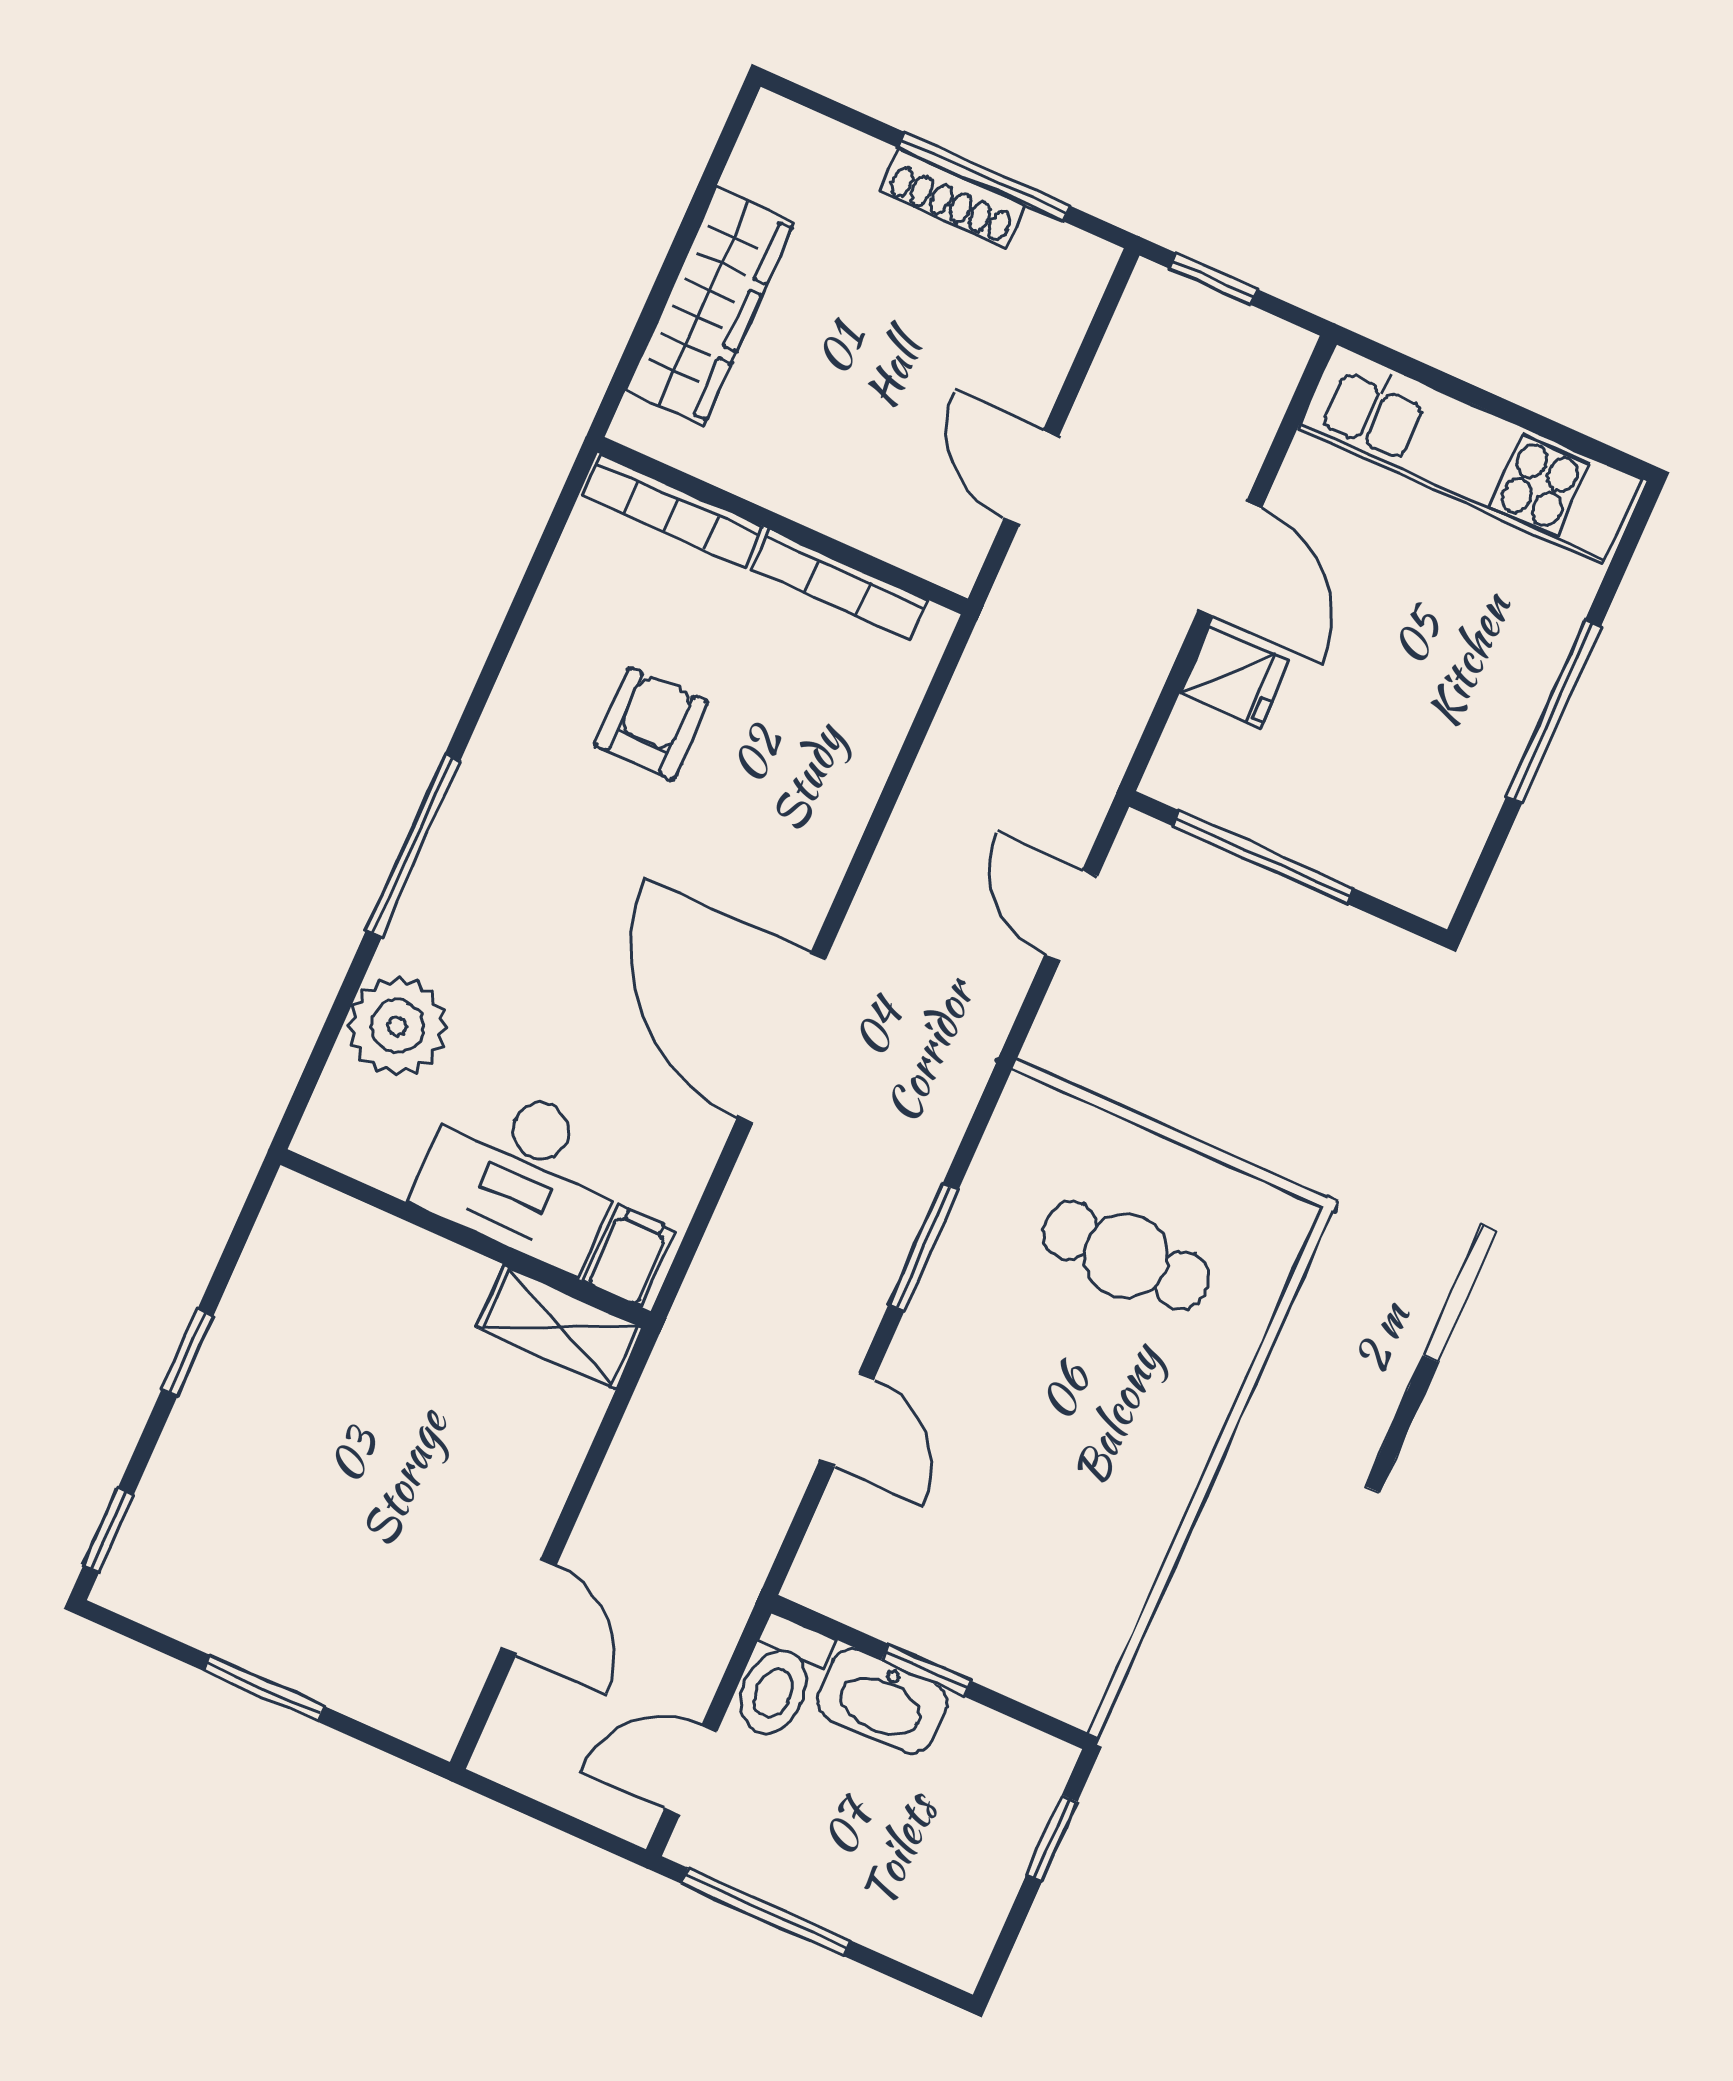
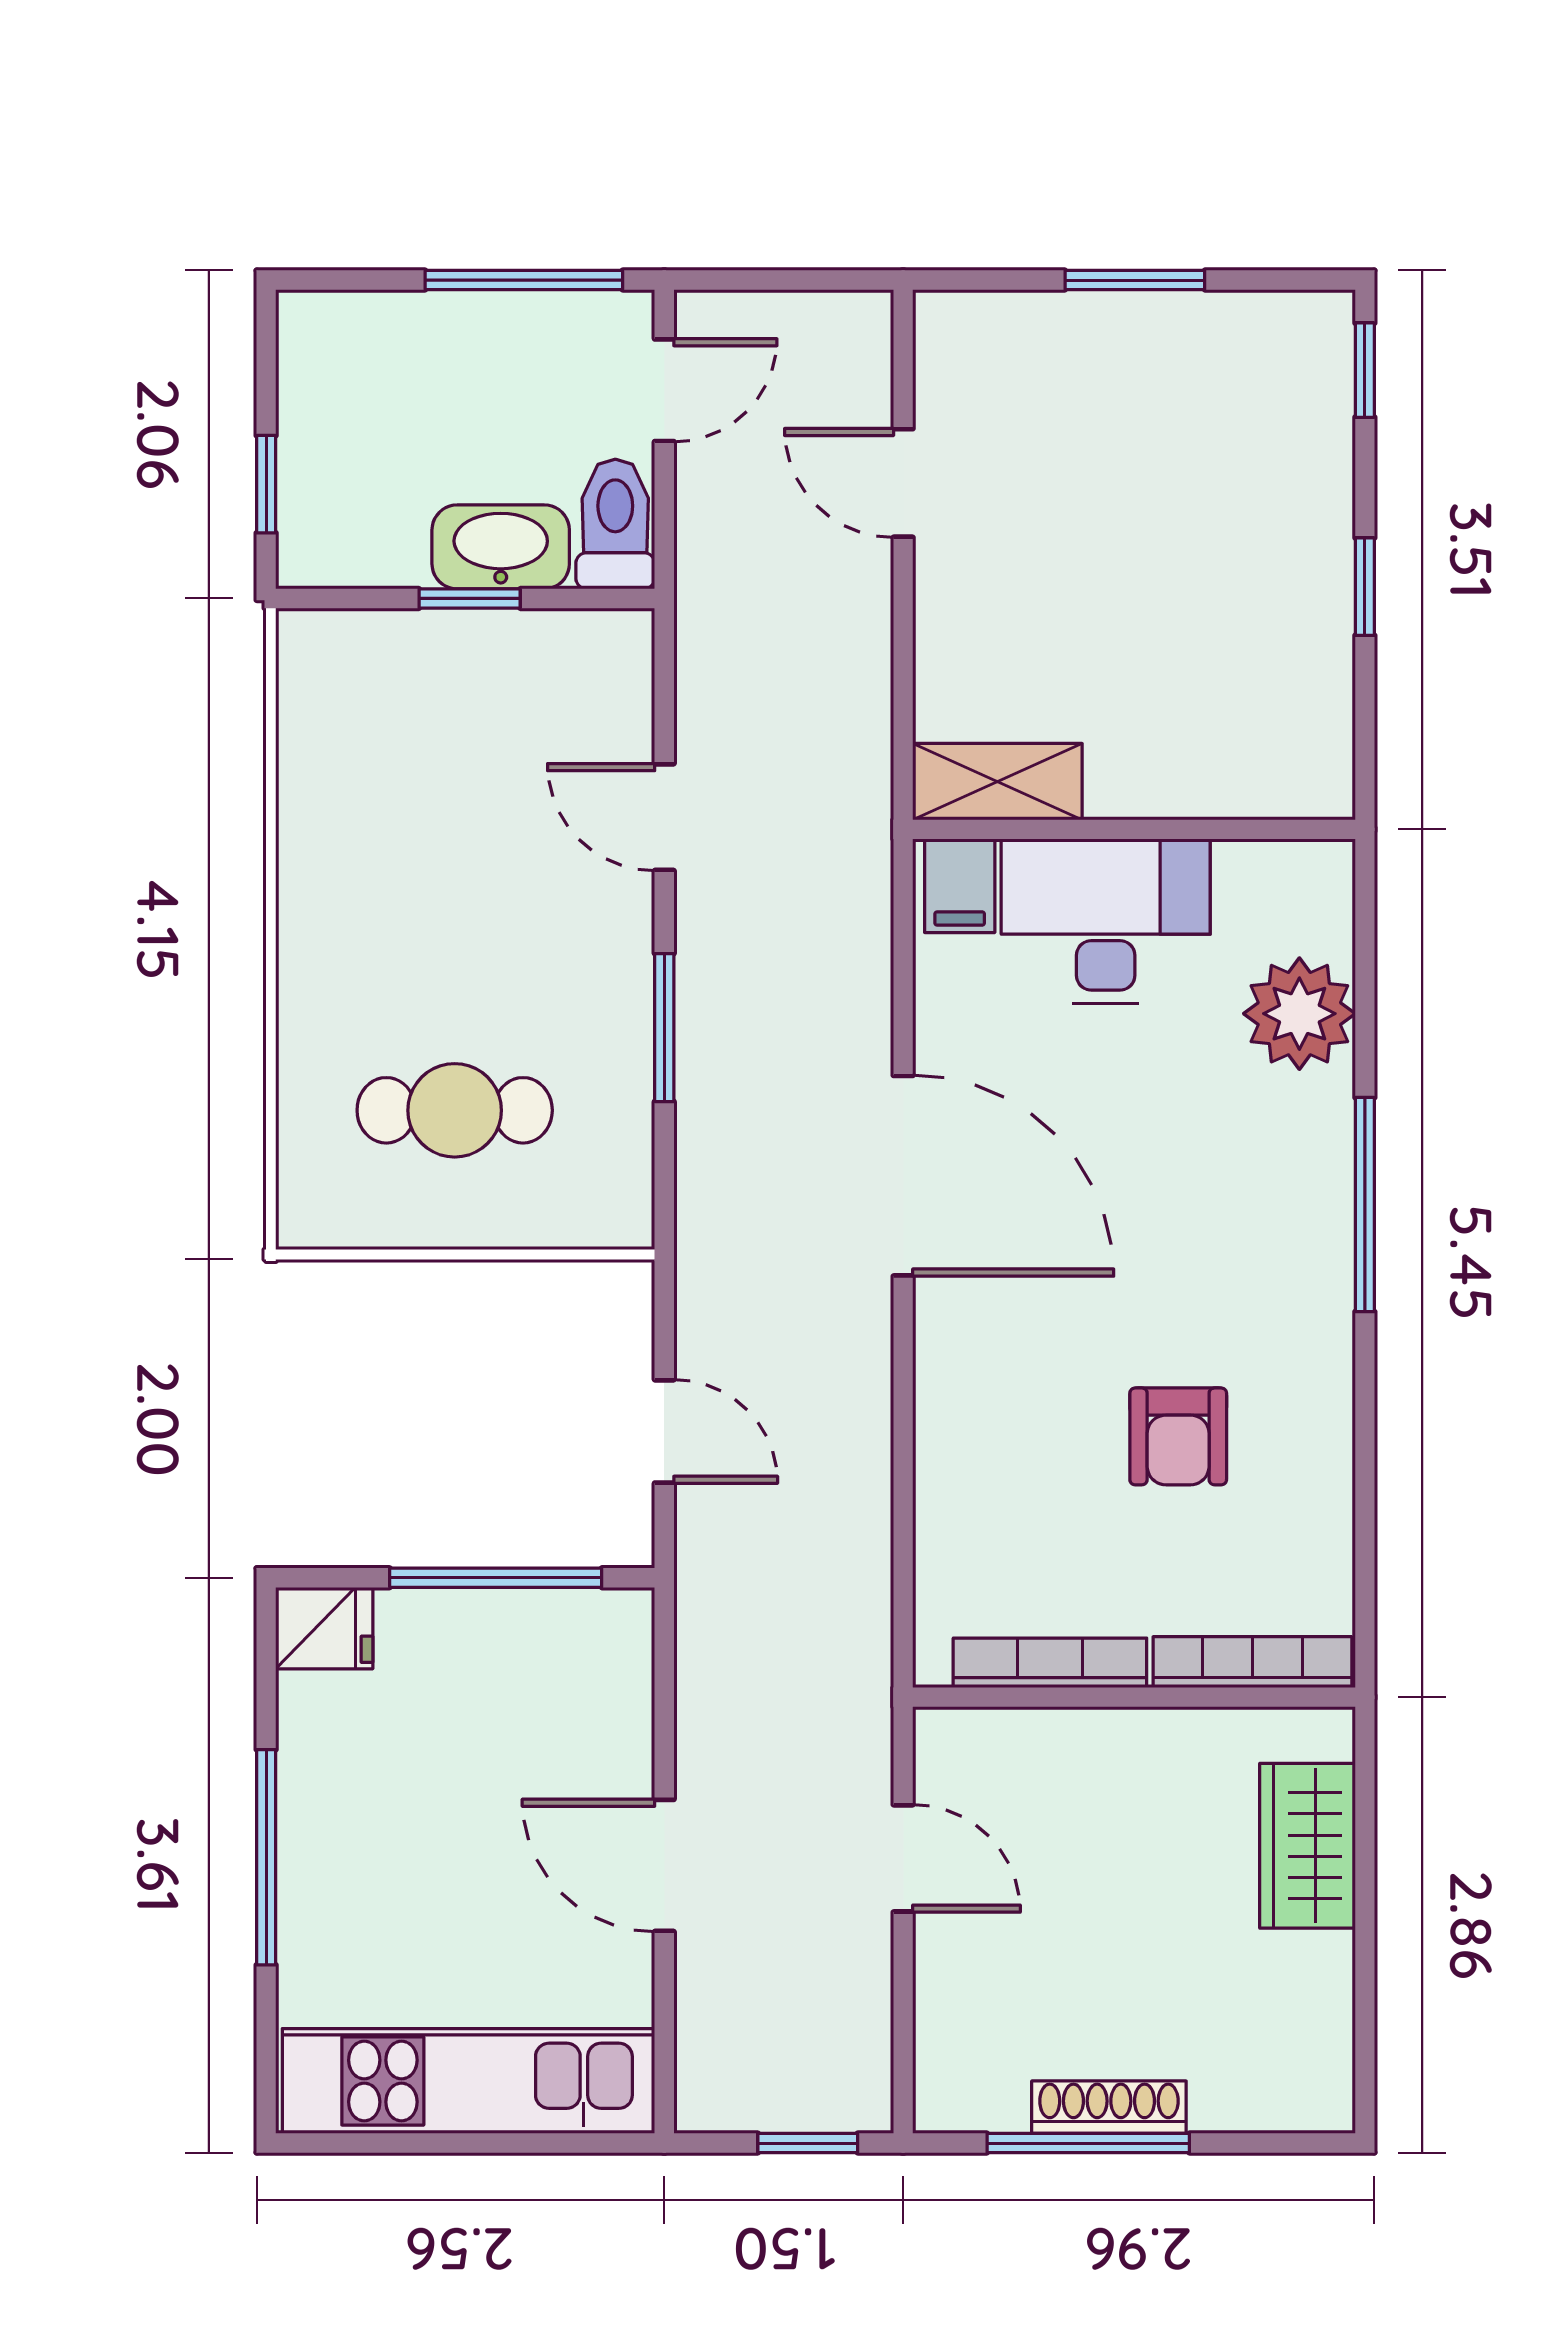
wardrobe: (710, 306) -> (1307, 1846), width x0.67
fridge: (1235, 677) -> (324, 1628), moved, turned 180

